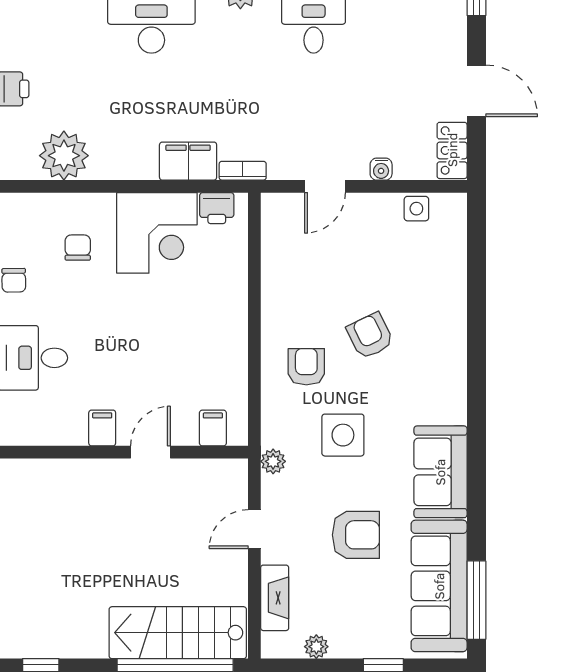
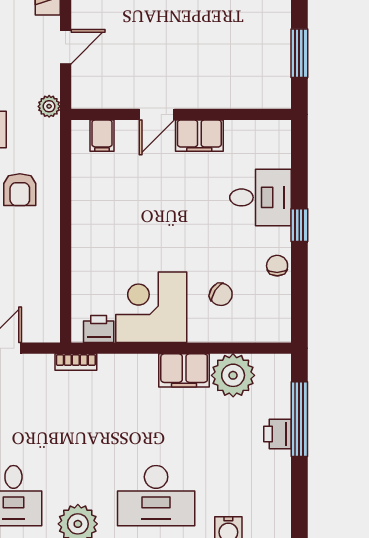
filing cabinet: (188, 161) -> (184, 370), moved
chair: (78, 248) -> (221, 294), turned -57
filing cabinet: (102, 428) -> (199, 136), width x2.00

